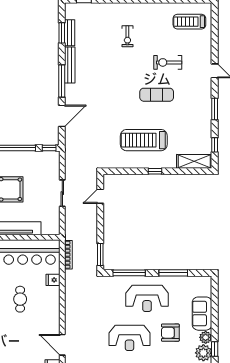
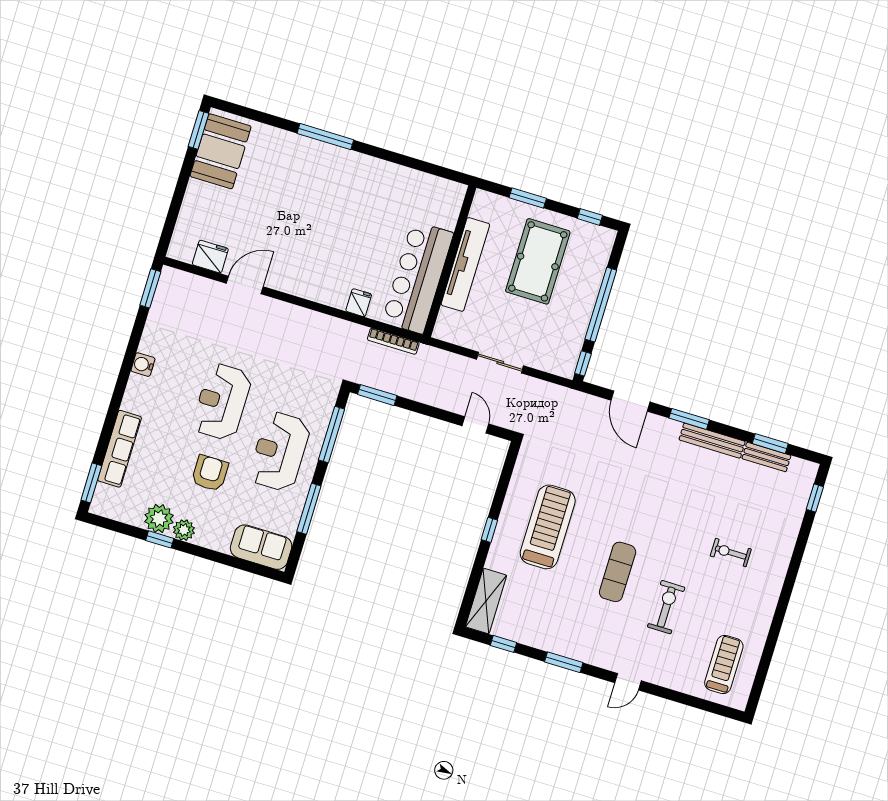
window: (62, 81) -> (689, 419), width x0.69
cafe table: (20, 299) -> (343, 237), removed
sofa: (202, 314) -> (261, 547), moved

